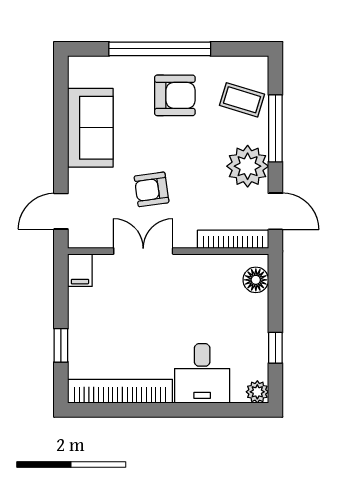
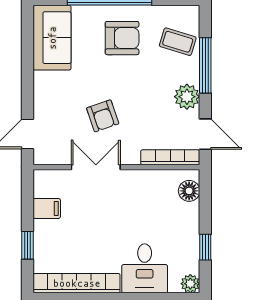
sofa: (90, 128) -> (52, 38), moved
plant: (248, 166) -> (187, 97), width x0.73, depth x0.73
armchair: (152, 189) -> (103, 116), turned -101
filing cabinet: (80, 270) -> (47, 208), moved, turned -90

